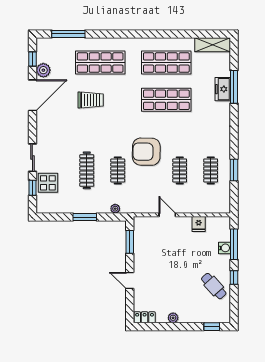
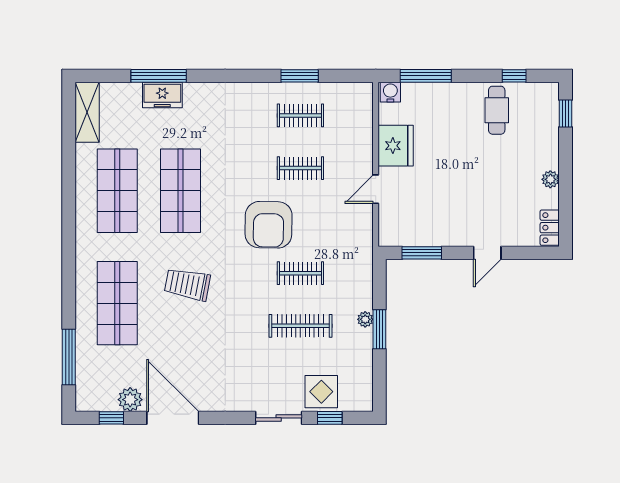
trolley: (91, 100) -> (187, 284), moved, turned -79
plant: (115, 209) -> (365, 319), moved
fridge: (199, 224) -> (396, 146), width x1.88, depth x1.34
water cooler: (224, 248) -> (390, 92), moved
window: (234, 277) -> (514, 76), moved
cafe table: (214, 286) -> (497, 110), turned -48

